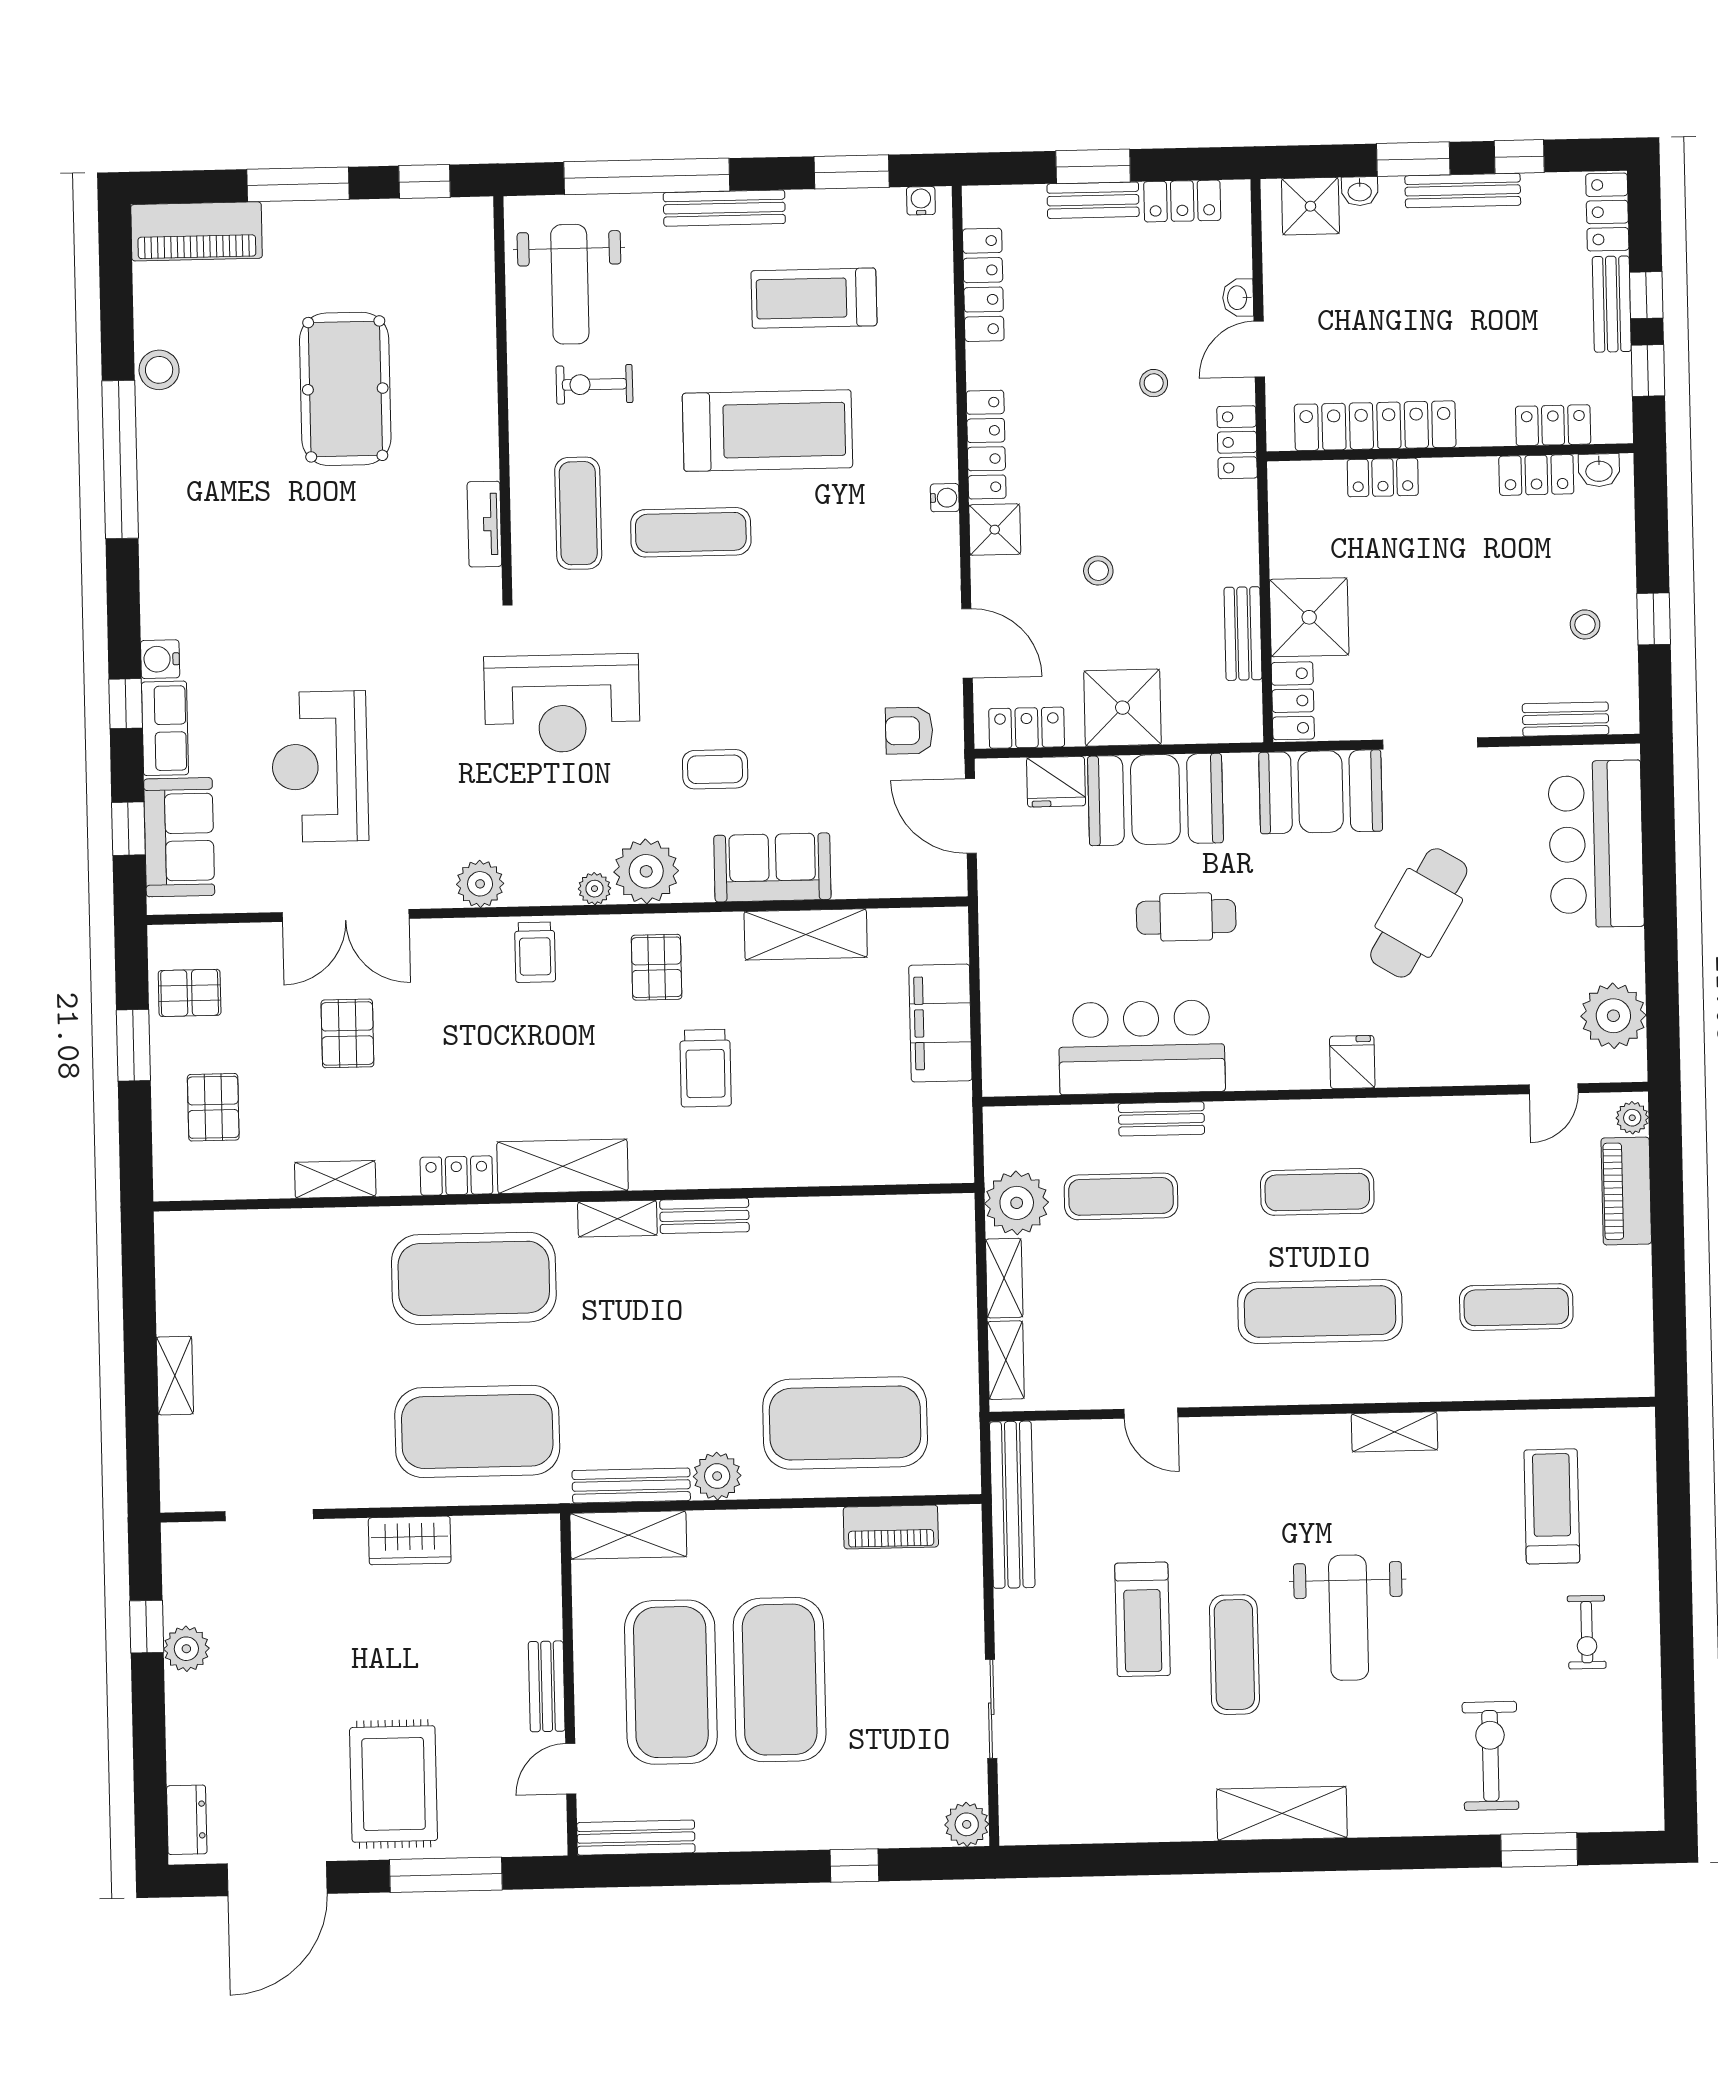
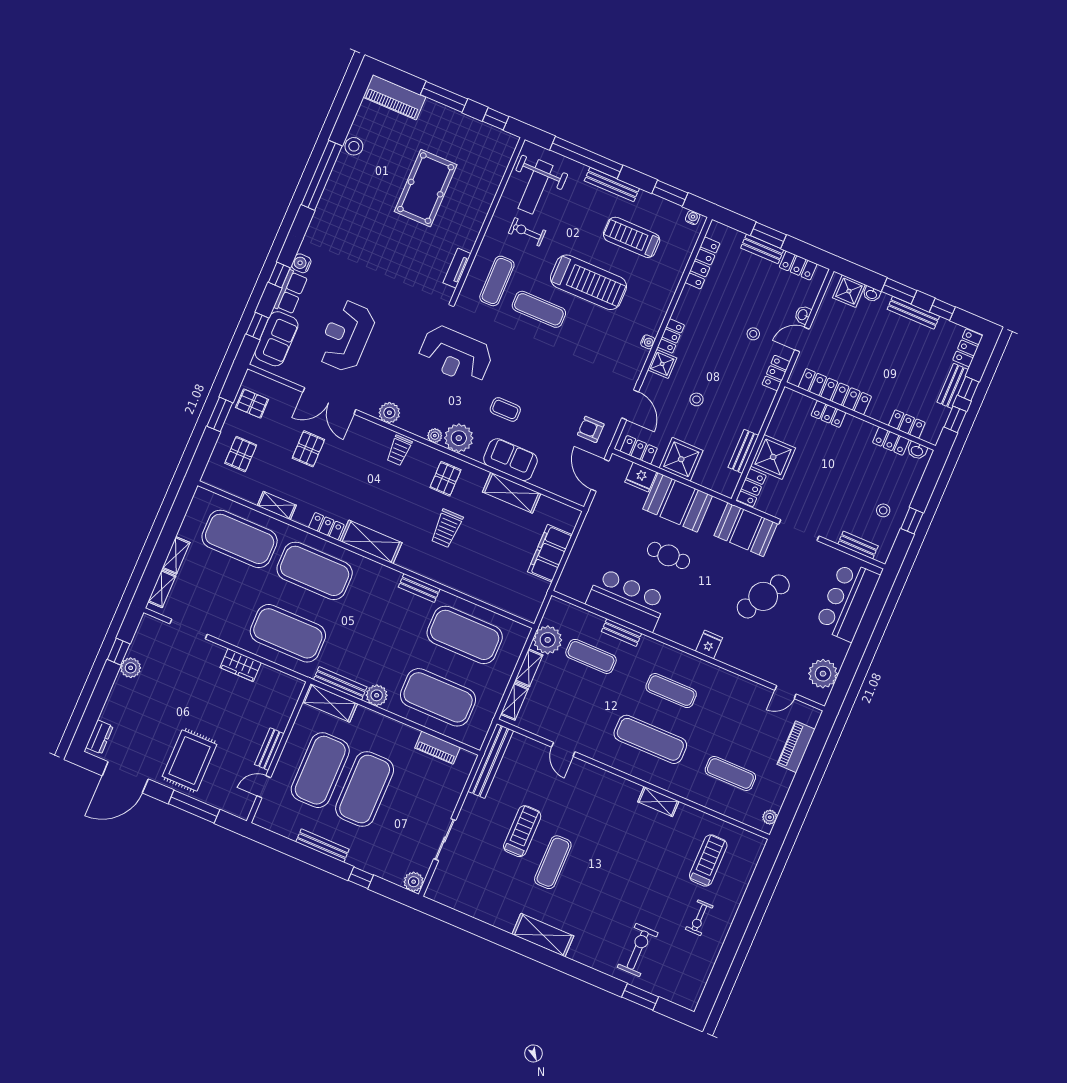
locker: (986, 445) -> (671, 336), width x0.66
plant: (1632, 1118) -> (770, 817), moved
shelving: (617, 1219) -> (162, 589), moved, turned 90
exercise mat: (842, 1270) -> (465, 635), added
exercise mat: (290, 1282) -> (240, 539), added
weight bench: (1349, 1618) -> (606, 868), removed
treadmill: (1143, 1619) -> (522, 831), turned 180
bench: (636, 1838) -> (322, 846), moved

